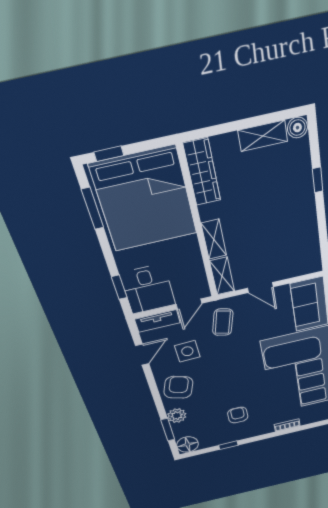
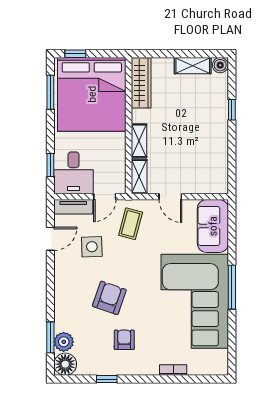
armchair: (178, 387) -> (109, 298), moved
plant: (177, 416) -> (64, 342), moved

